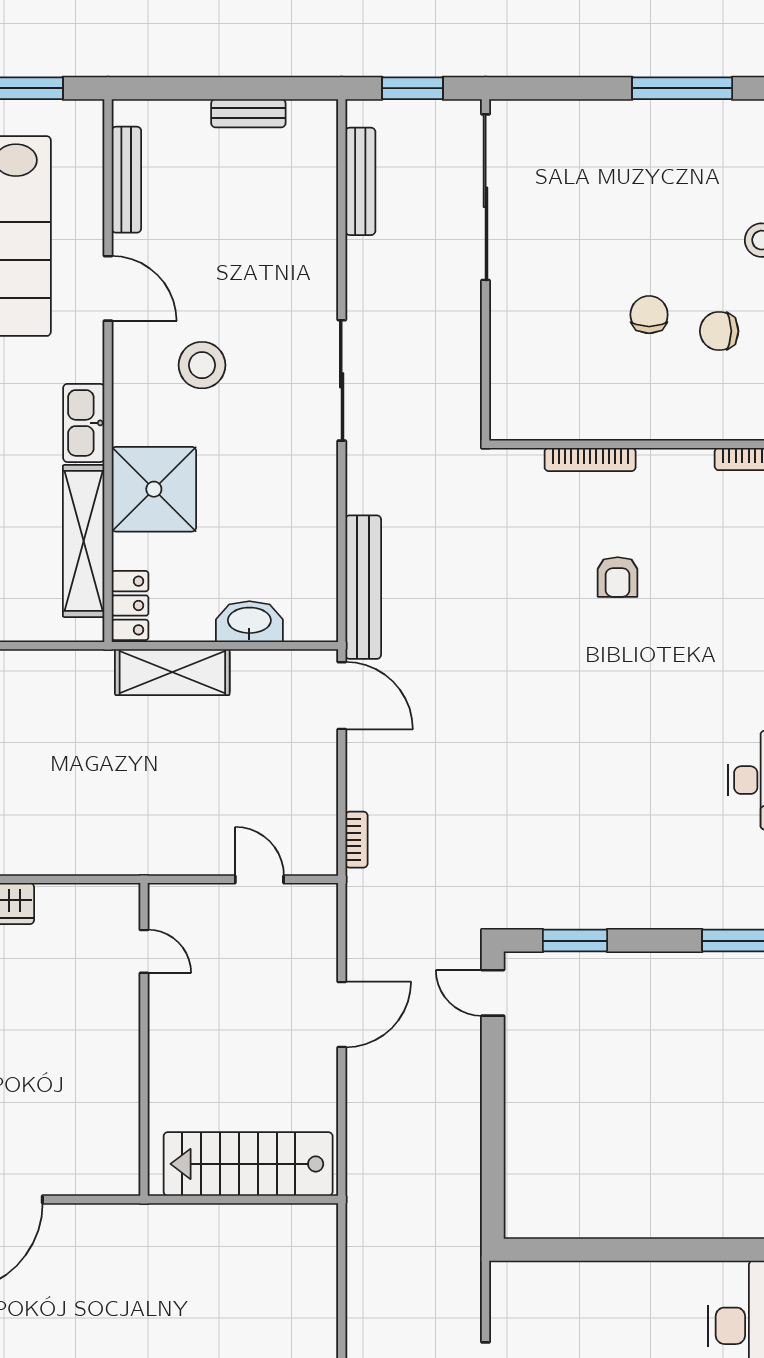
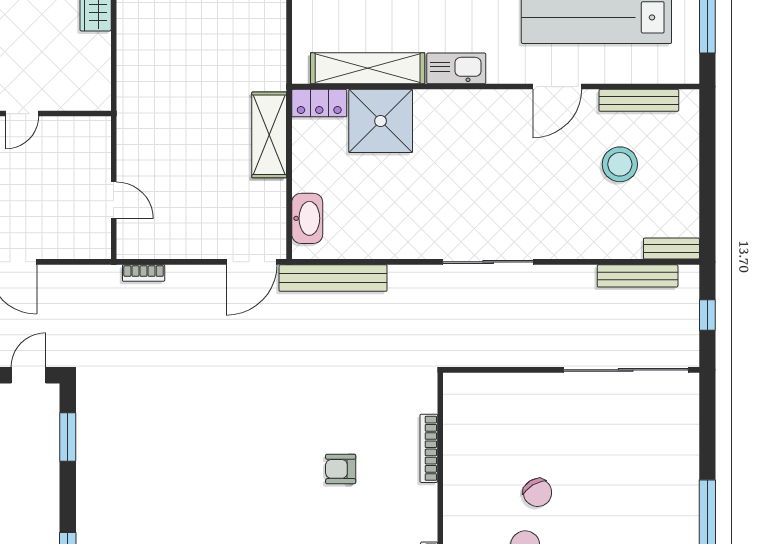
window: (412, 88) -> (707, 315), width x0.67
bench: (248, 113) -> (671, 249), moved, turned 90
chair: (649, 315) -> (538, 493), turned 59
stool: (202, 365) -> (620, 164), moved
shower: (154, 489) -> (381, 121), moved
washbasin: (249, 622) -> (307, 218), moved
door: (259, 879) -> (114, 200), hinge flipped
door: (144, 951) -> (22, 114), moved

